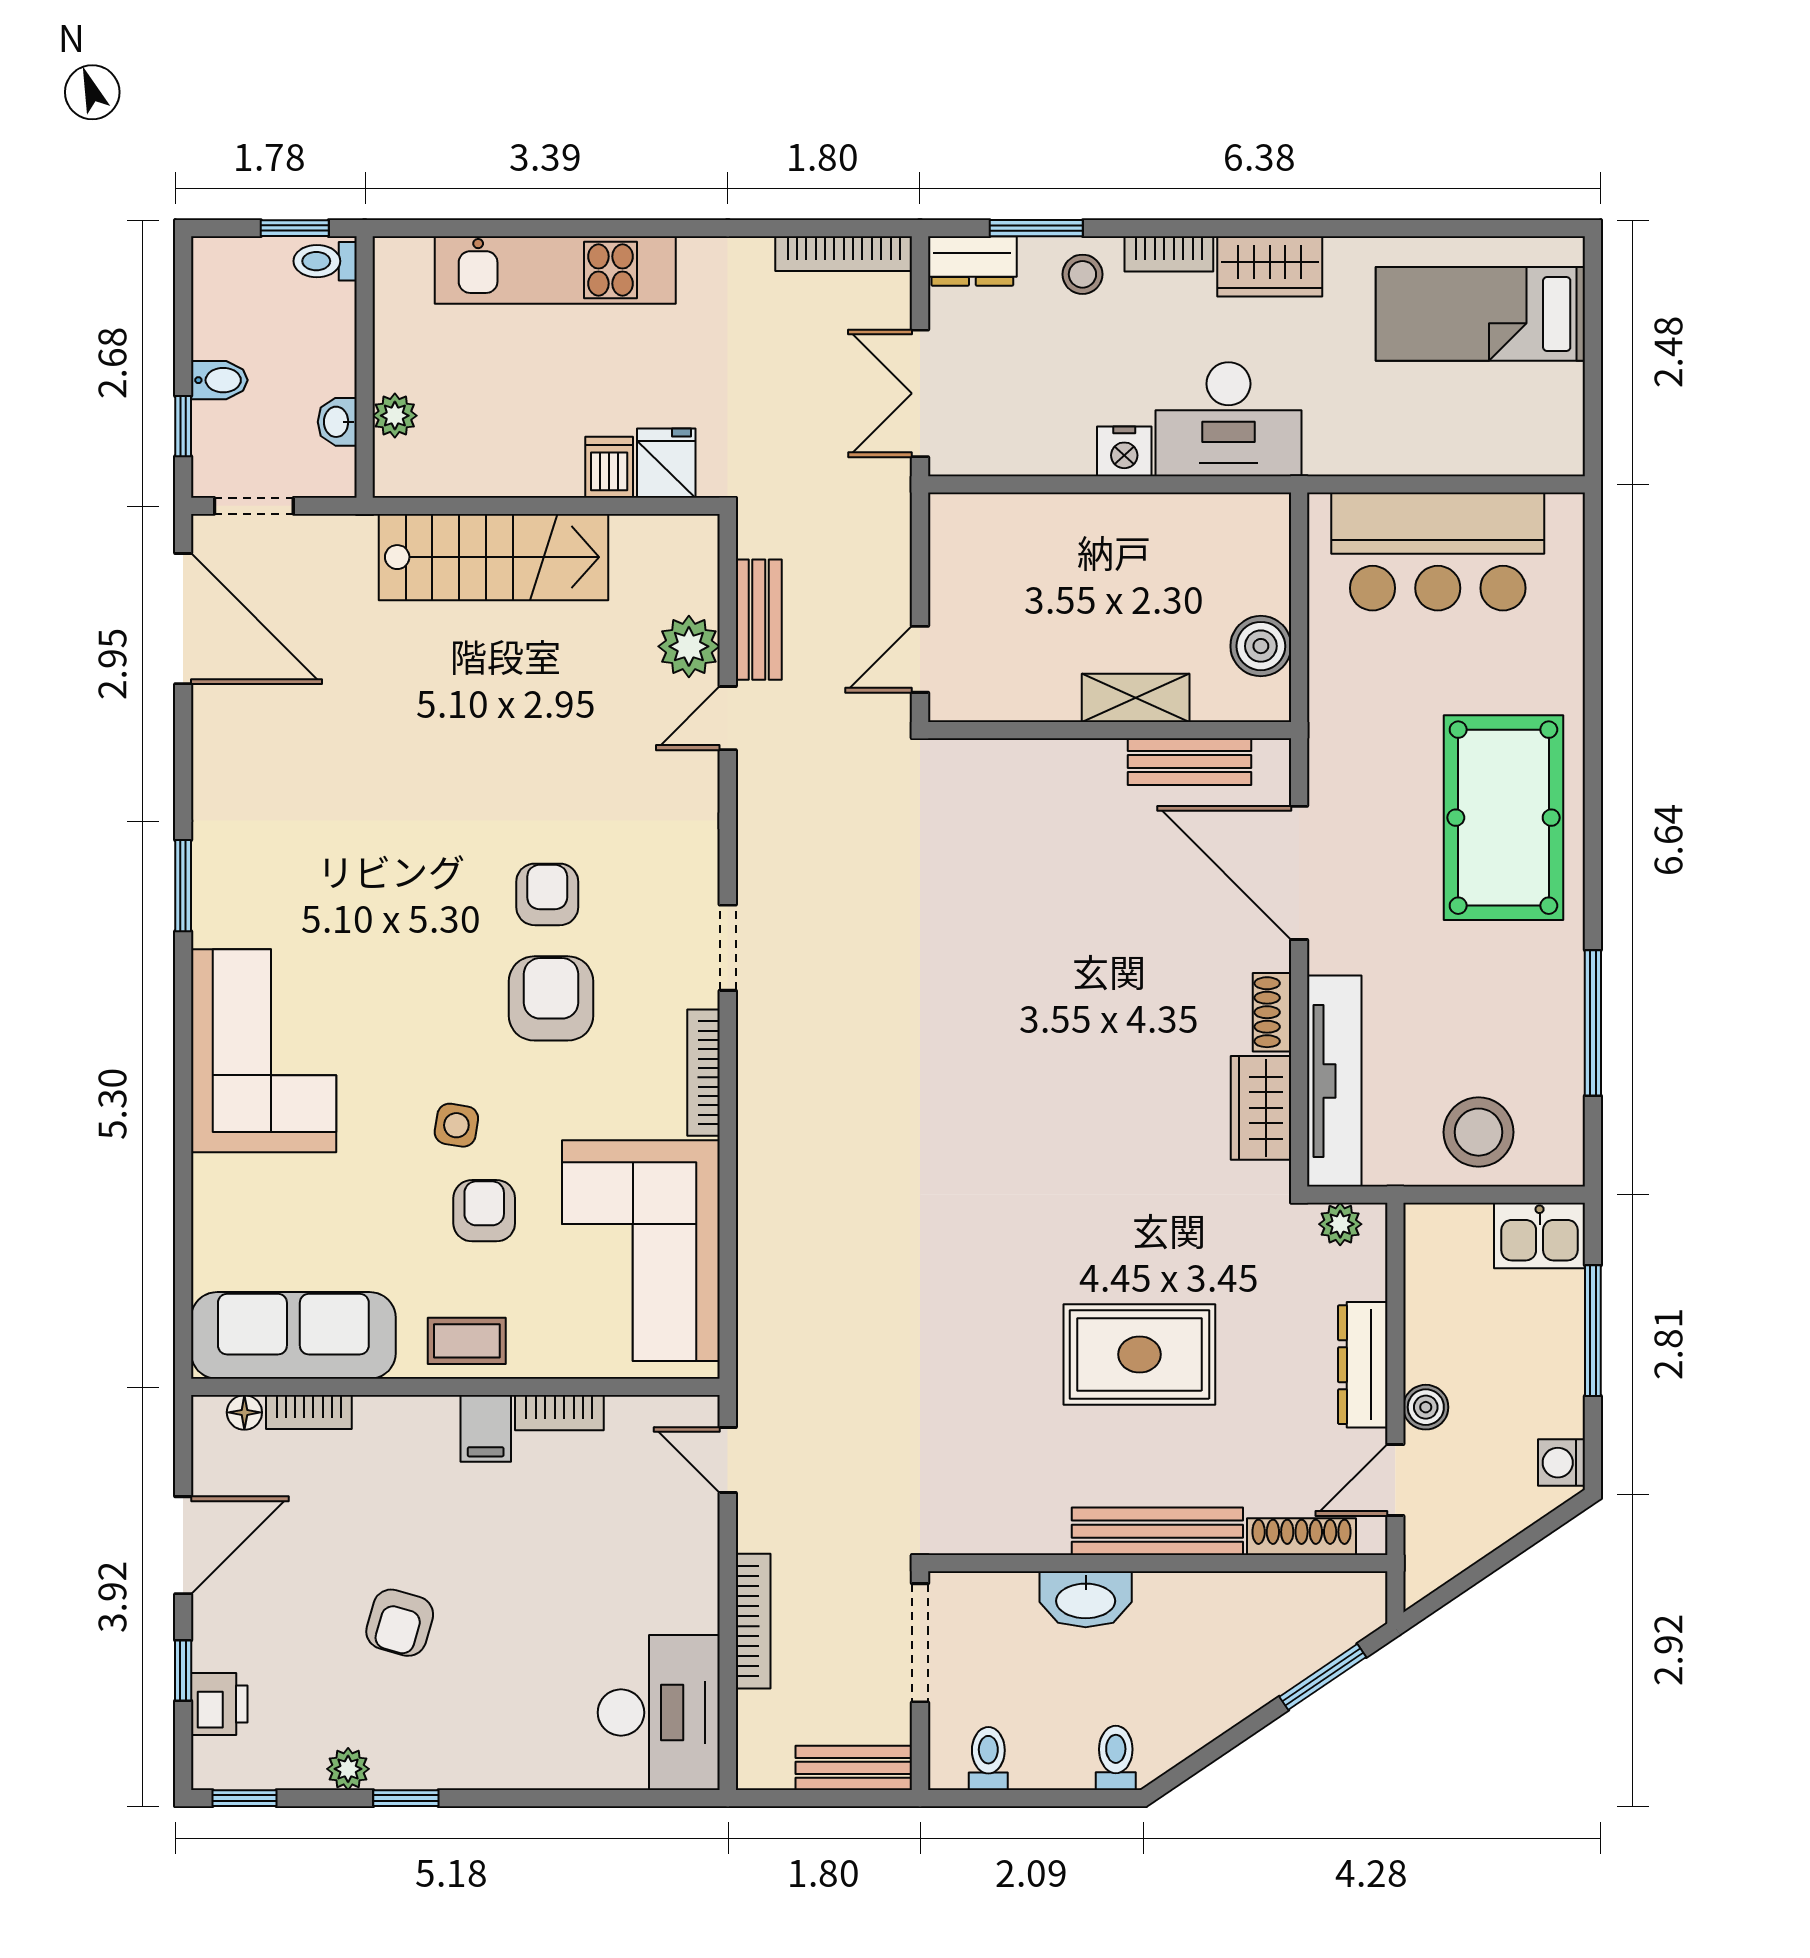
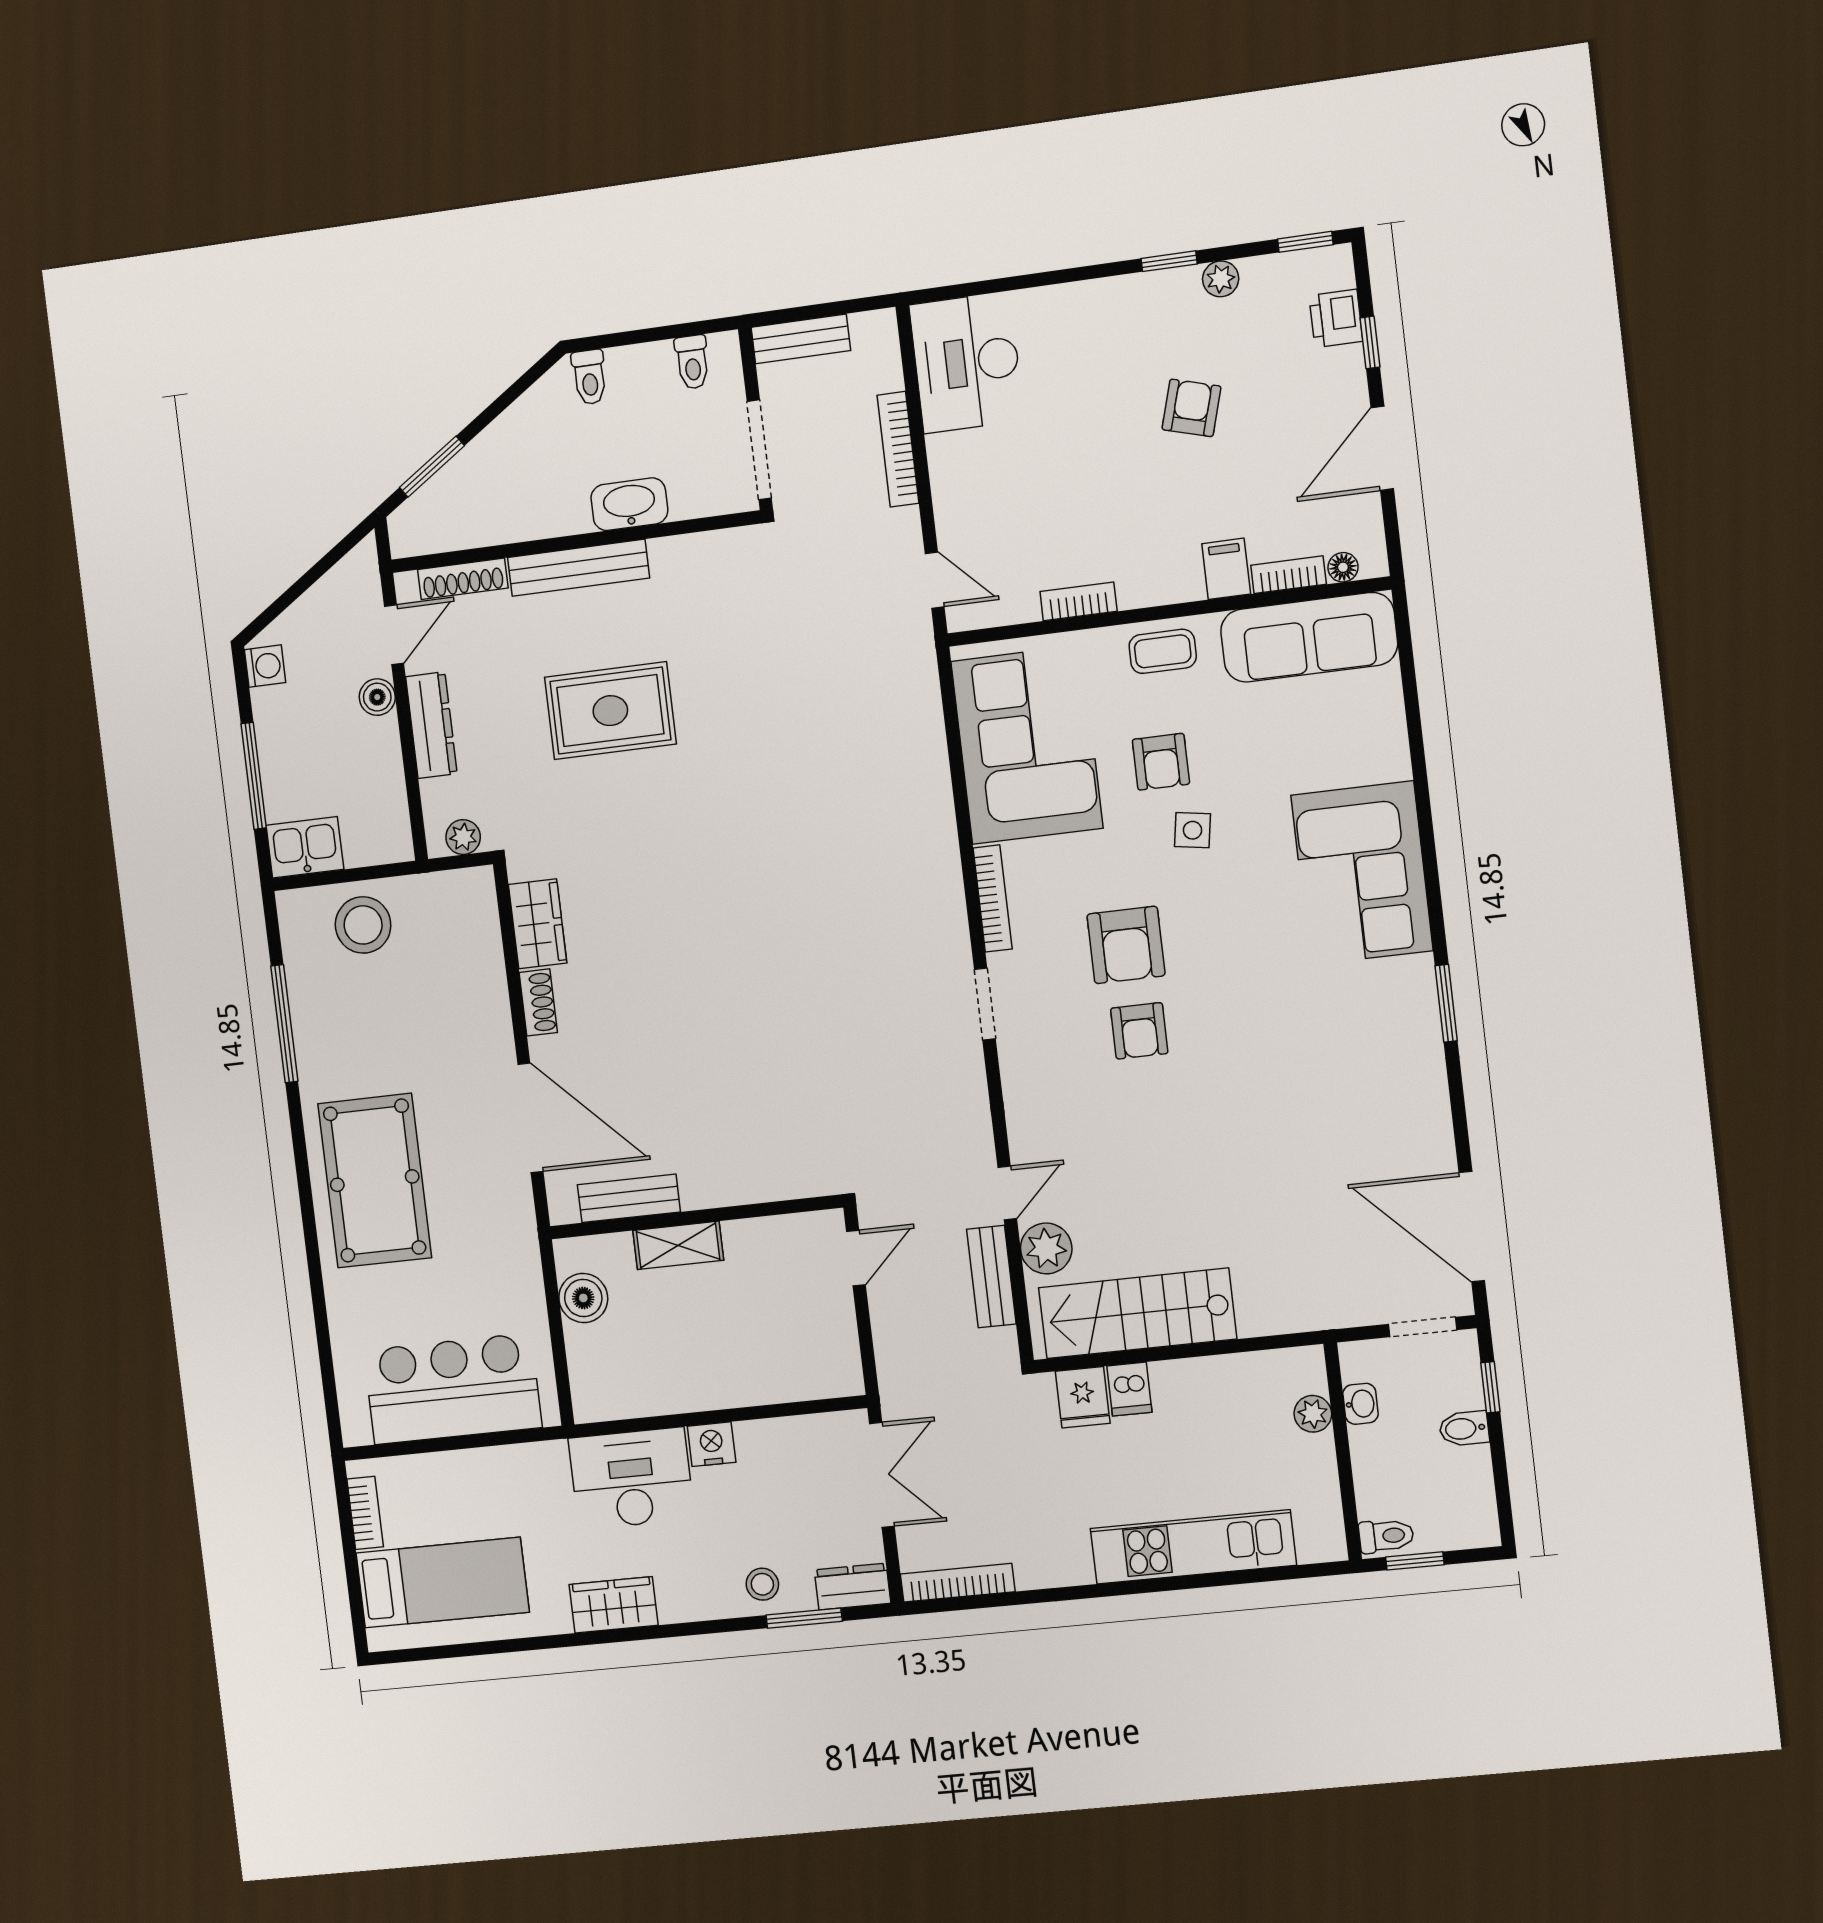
bookcase: (1169, 254) -> (365, 1513), moved, turned 90
stairs: (494, 557) -> (1138, 1313), moved
tv unit: (1334, 1081) -> (482, 953), removed
filing cabinet: (486, 1428) -> (1226, 569), moved

